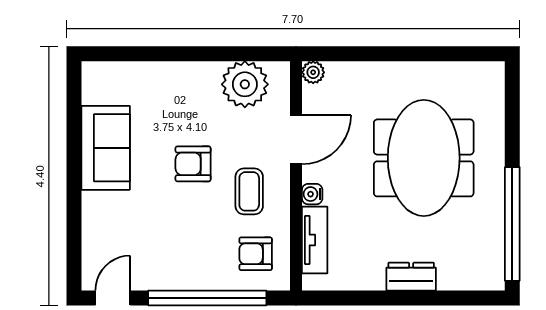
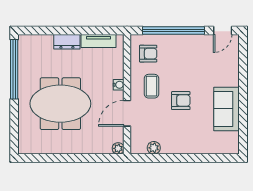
plant: (245, 84) -> (154, 148), width x0.53, depth x0.53
meeting table: (424, 158) -> (60, 104), turned 90
tv unit: (315, 240) -> (99, 41), moved, turned -90

